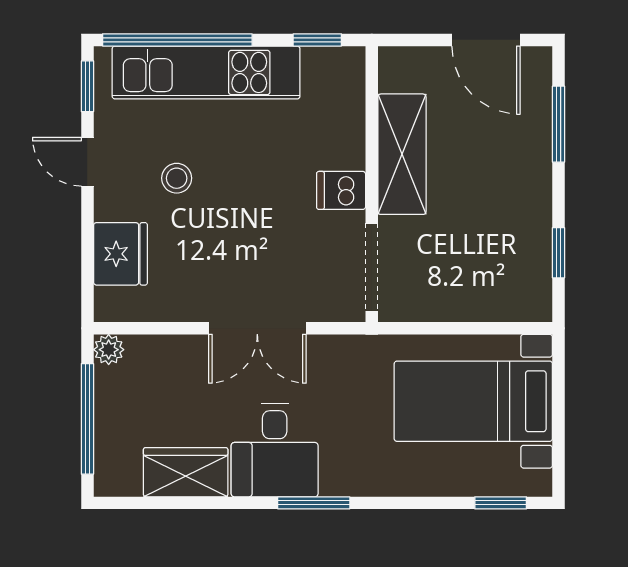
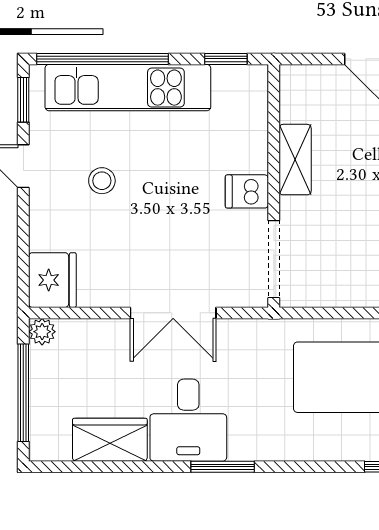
shelving: (402, 154) -> (295, 160), width x0.67, depth x0.75
fridge: (120, 254) -> (52, 280), moved

